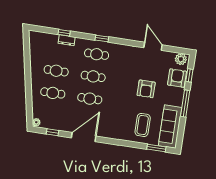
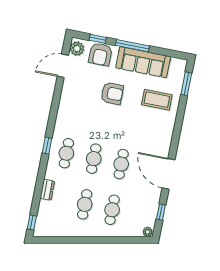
window: (64, 33) -> (32, 222), moved
door: (153, 46) -> (63, 66), moved
armchair: (177, 78) -> (100, 54), turned -90
sofa: (170, 127) -> (143, 62), moved

